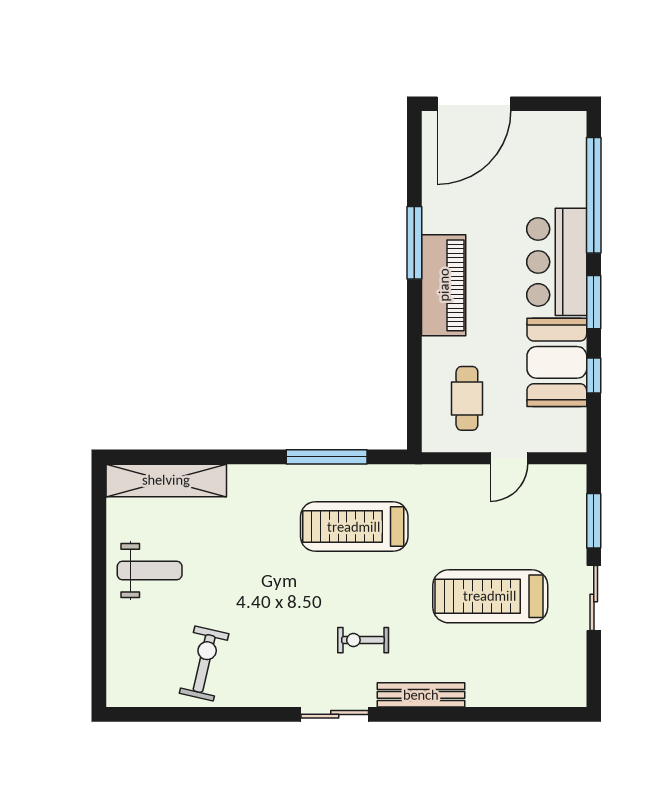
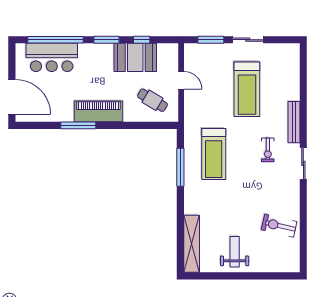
bar counter: (557, 262) -> (52, 57), moved
cafe table: (467, 398) -> (153, 100), turned 31

